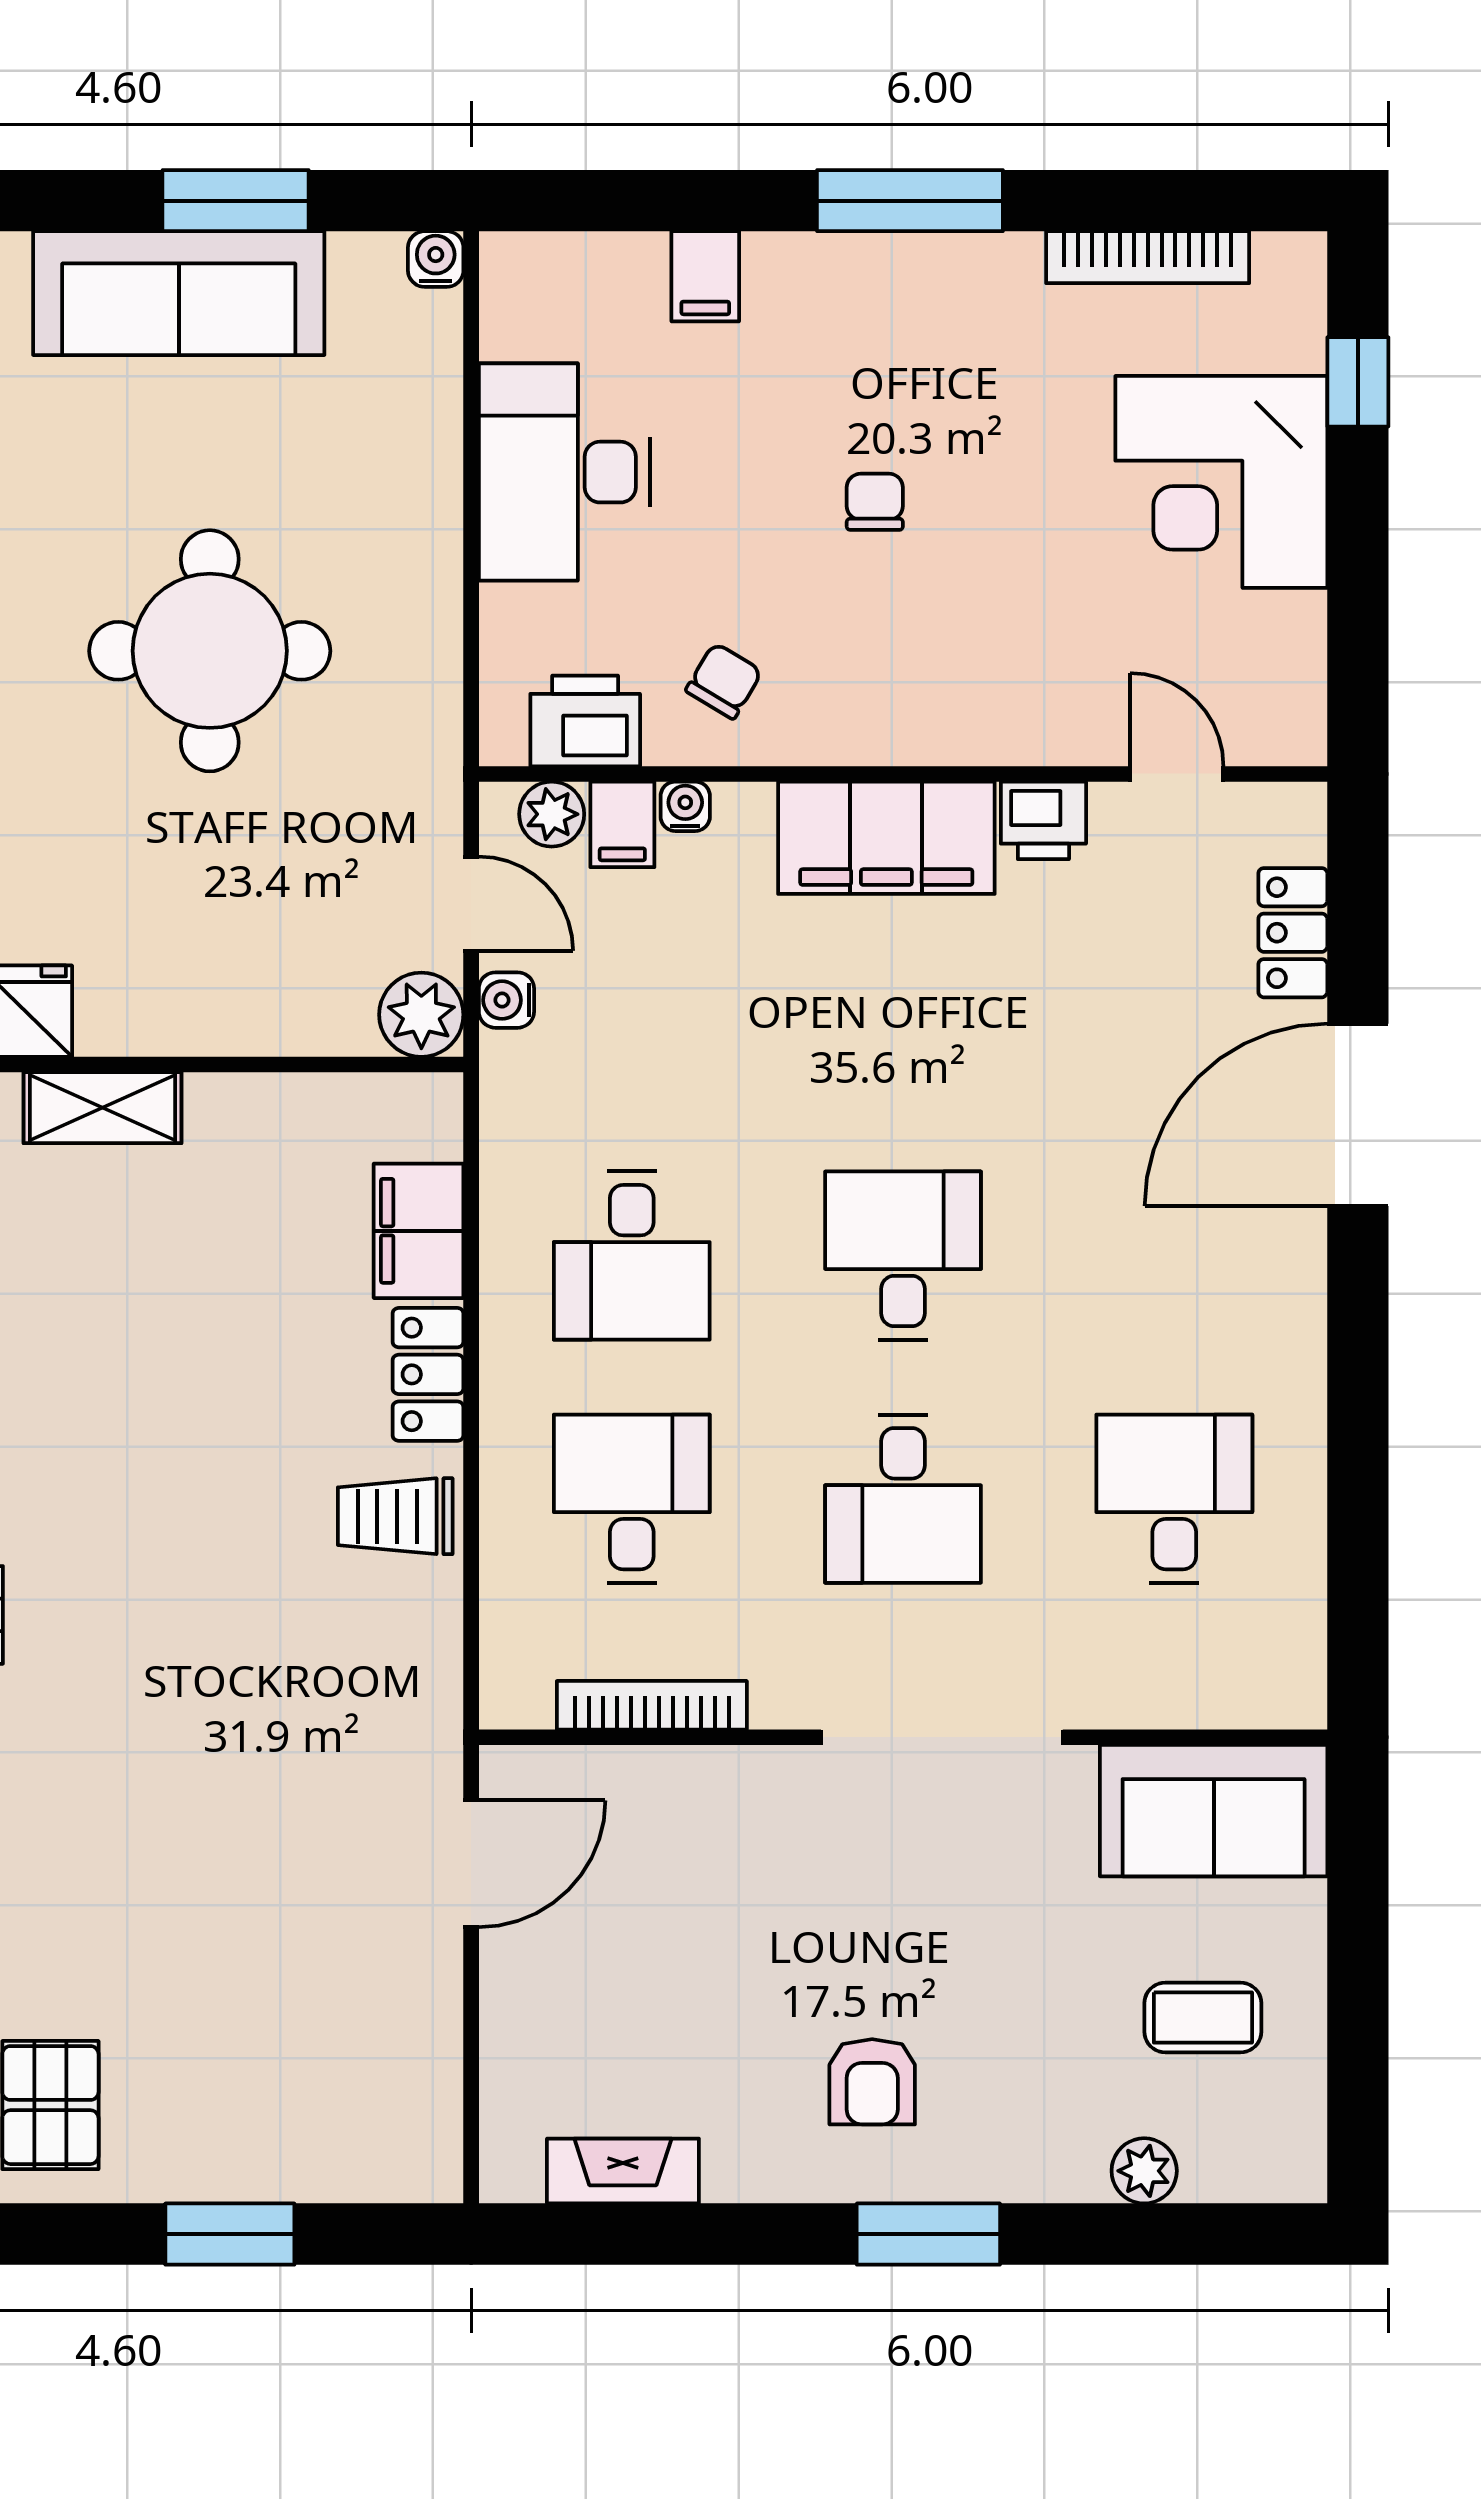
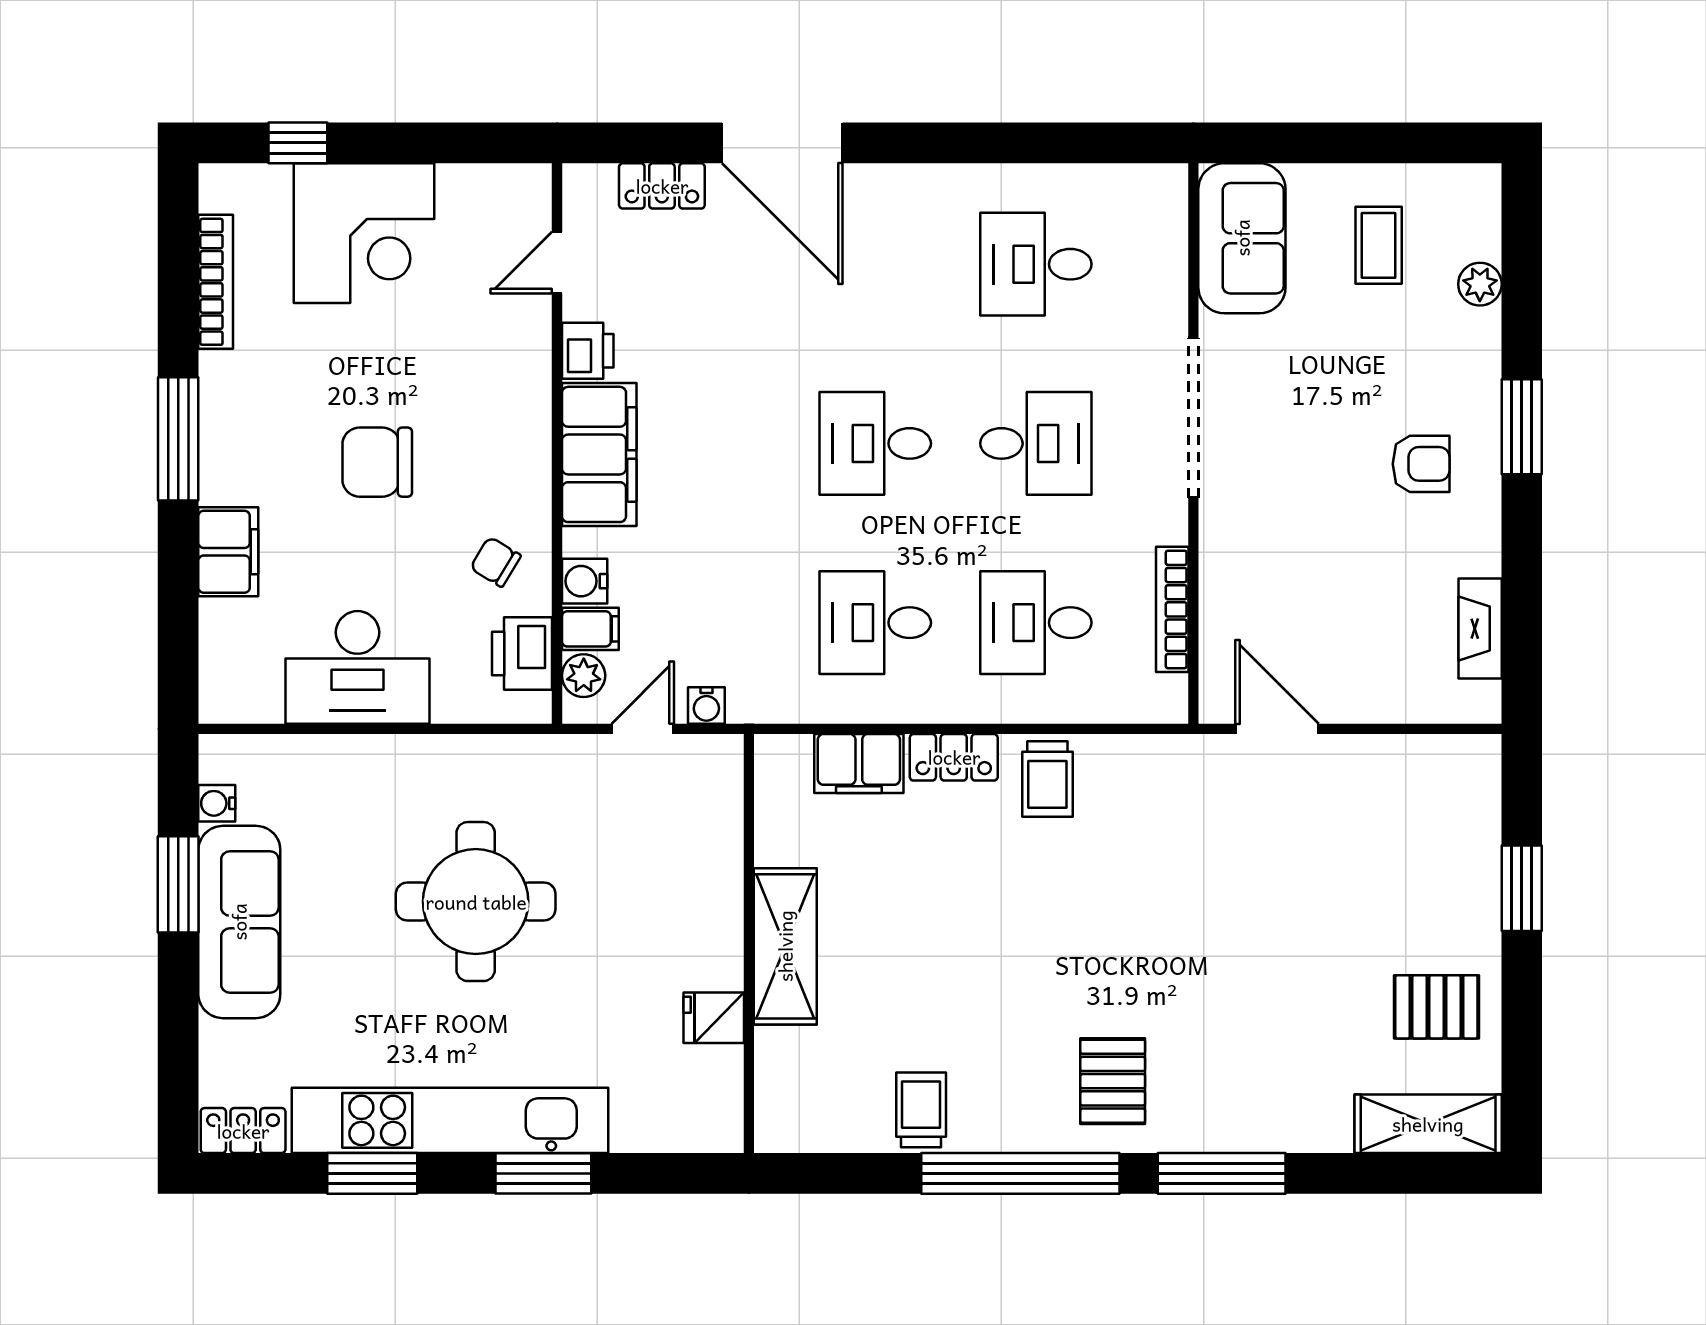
water cooler: (436, 259) -> (217, 803), moved
filing cabinet: (705, 276) -> (228, 552), width x2.00
chair: (875, 502) -> (377, 462), width x1.87, depth x1.87
water cooler: (685, 806) -> (585, 581), width x1.38, depth x1.38
plant: (421, 1015) -> (716, 762), removed
shelving: (103, 1108) -> (785, 946), width x1.50, depth x1.33
desk: (632, 1256) -> (875, 623), turned 180

